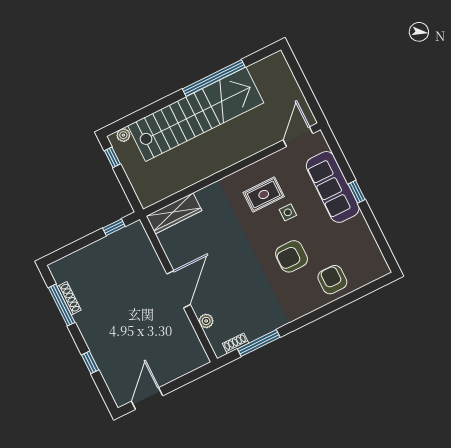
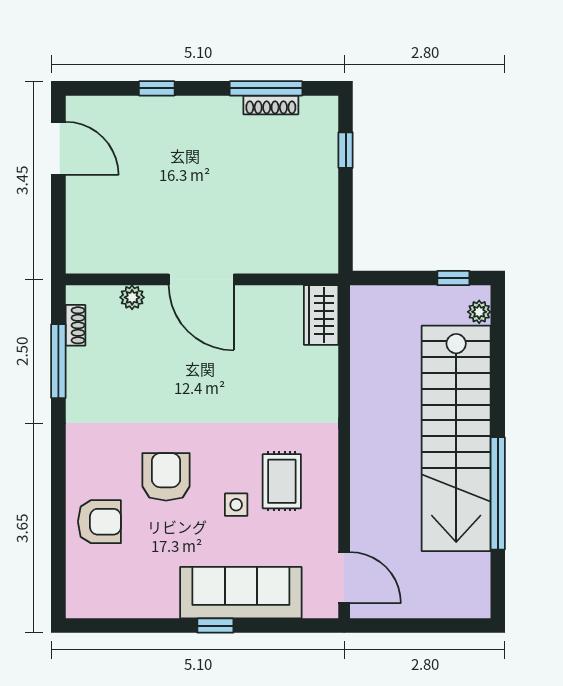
wardrobe: (174, 213) -> (321, 315), width x0.67
window: (114, 227) -> (346, 150), moved

